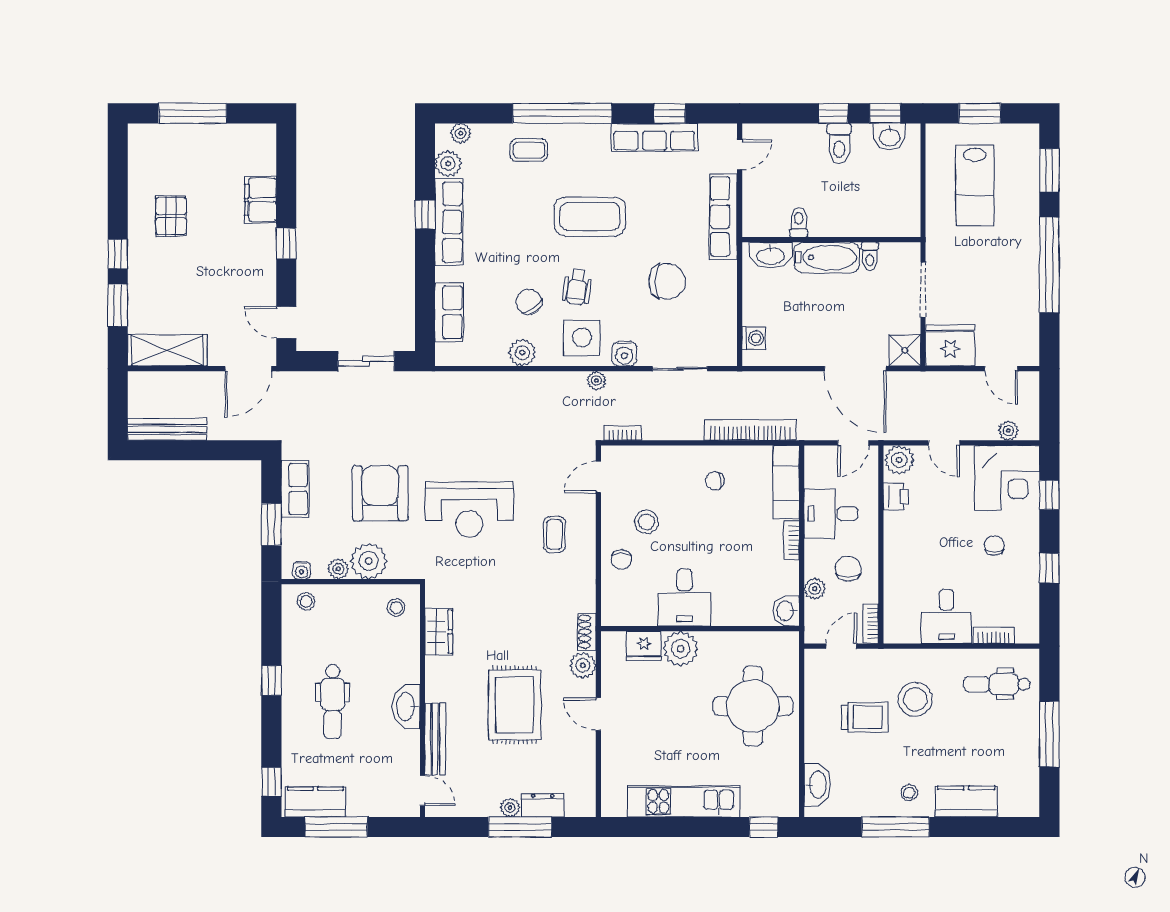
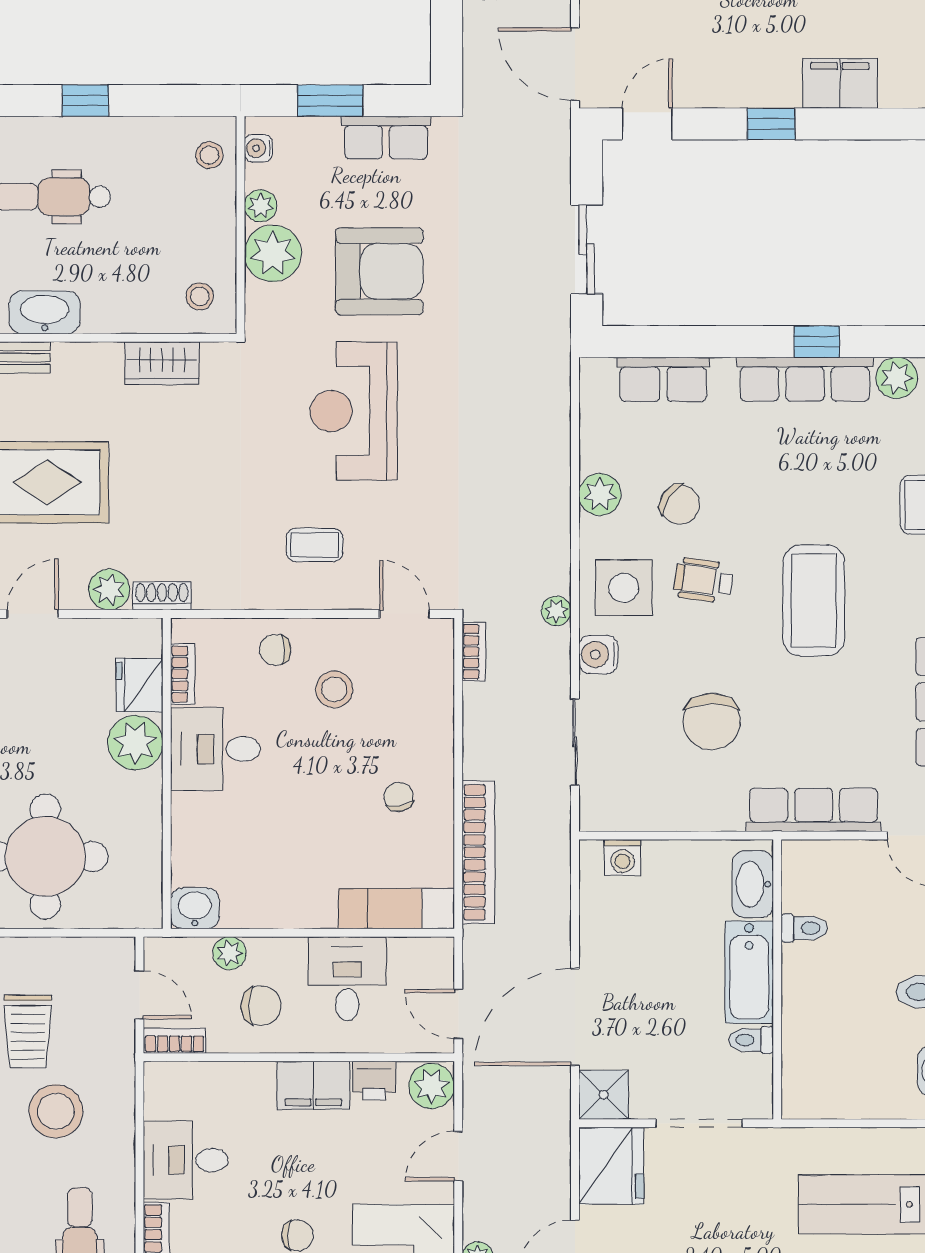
chair: (529, 302) -> (680, 505), turned 70
filing cabinet: (899, 535) -> (313, 1085), added
bookcase: (791, 540) -> (183, 674), moved, turned 90

